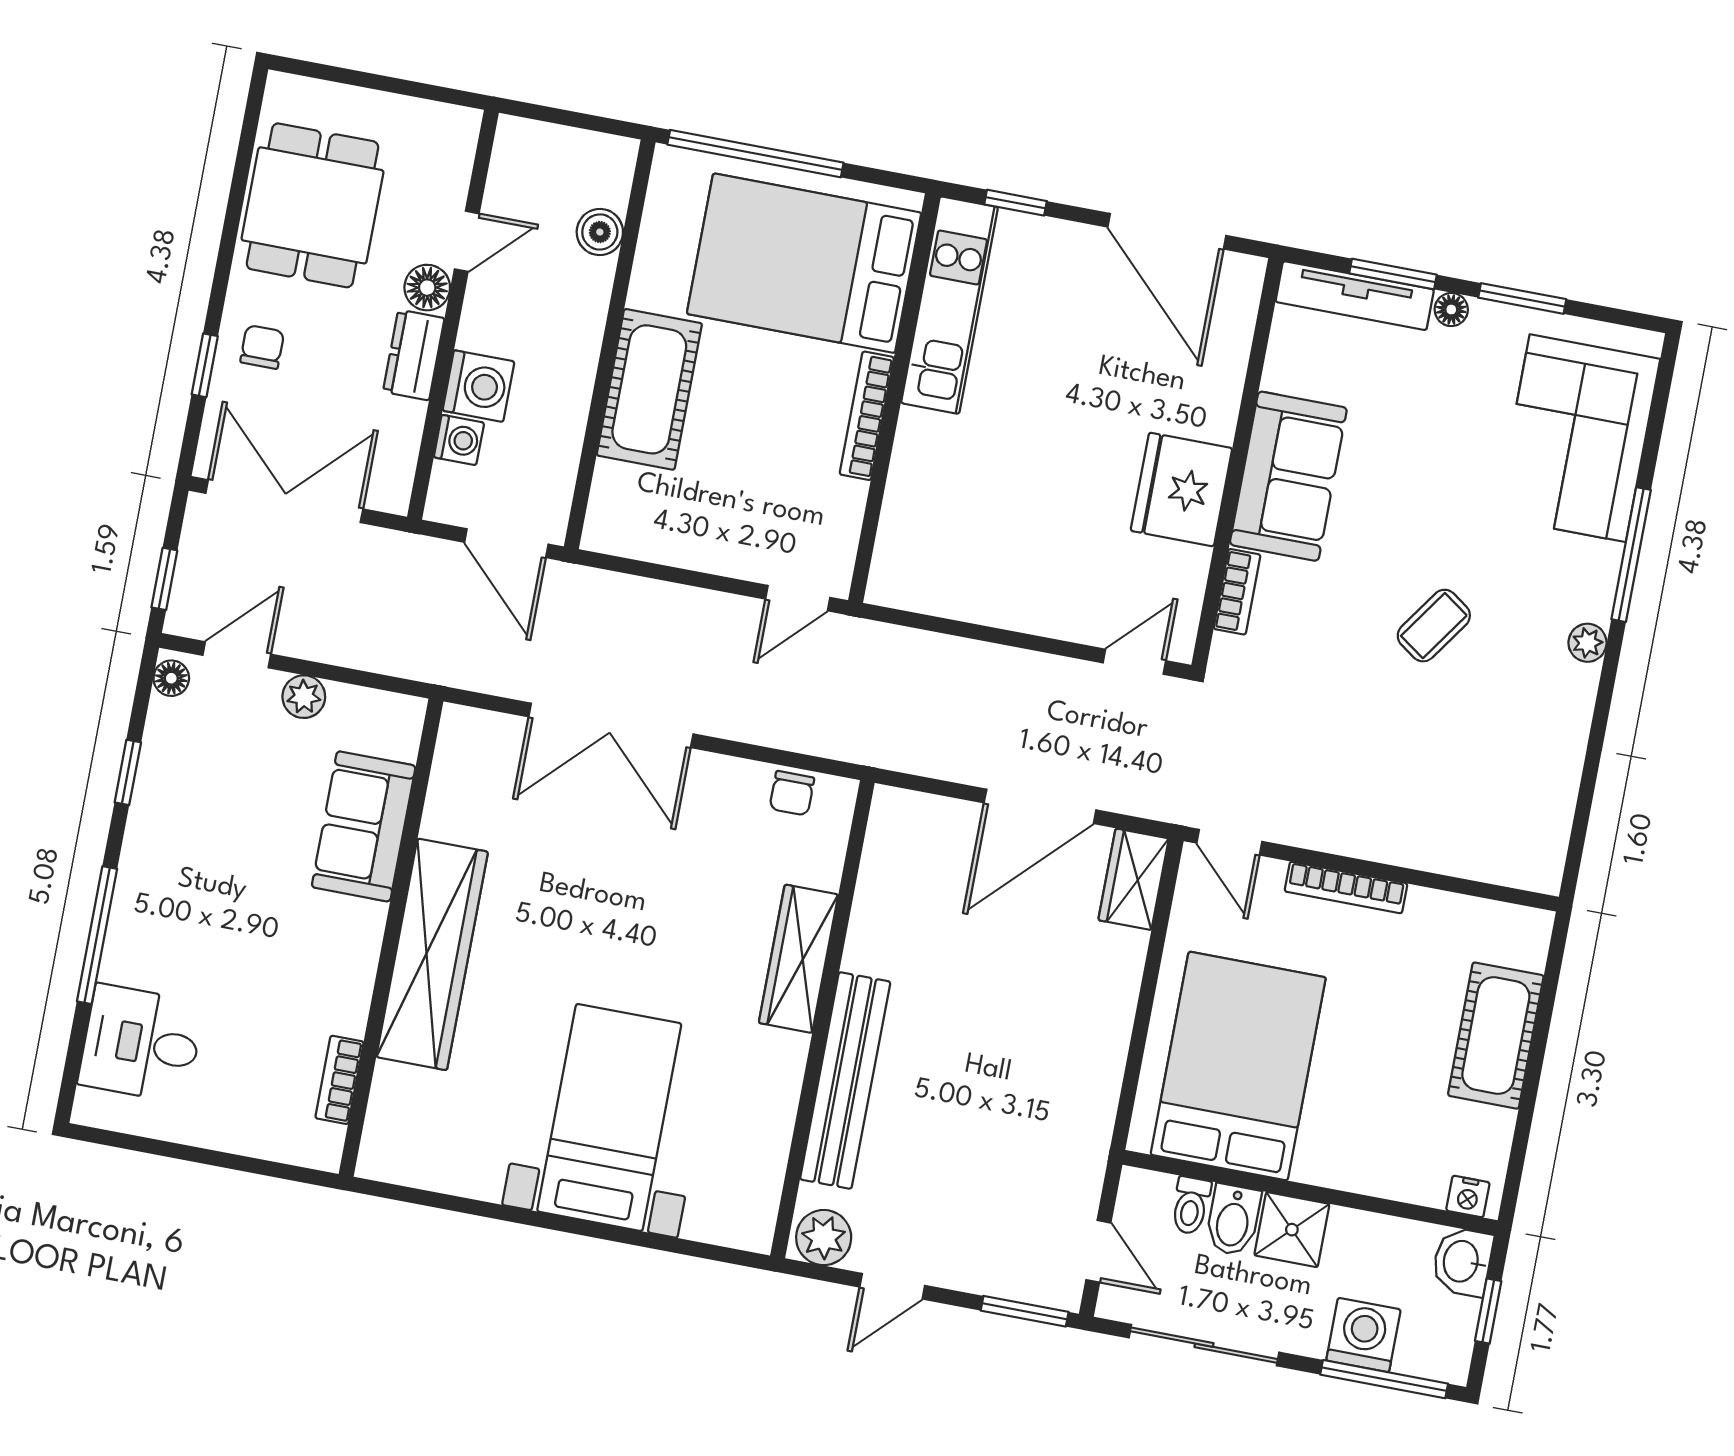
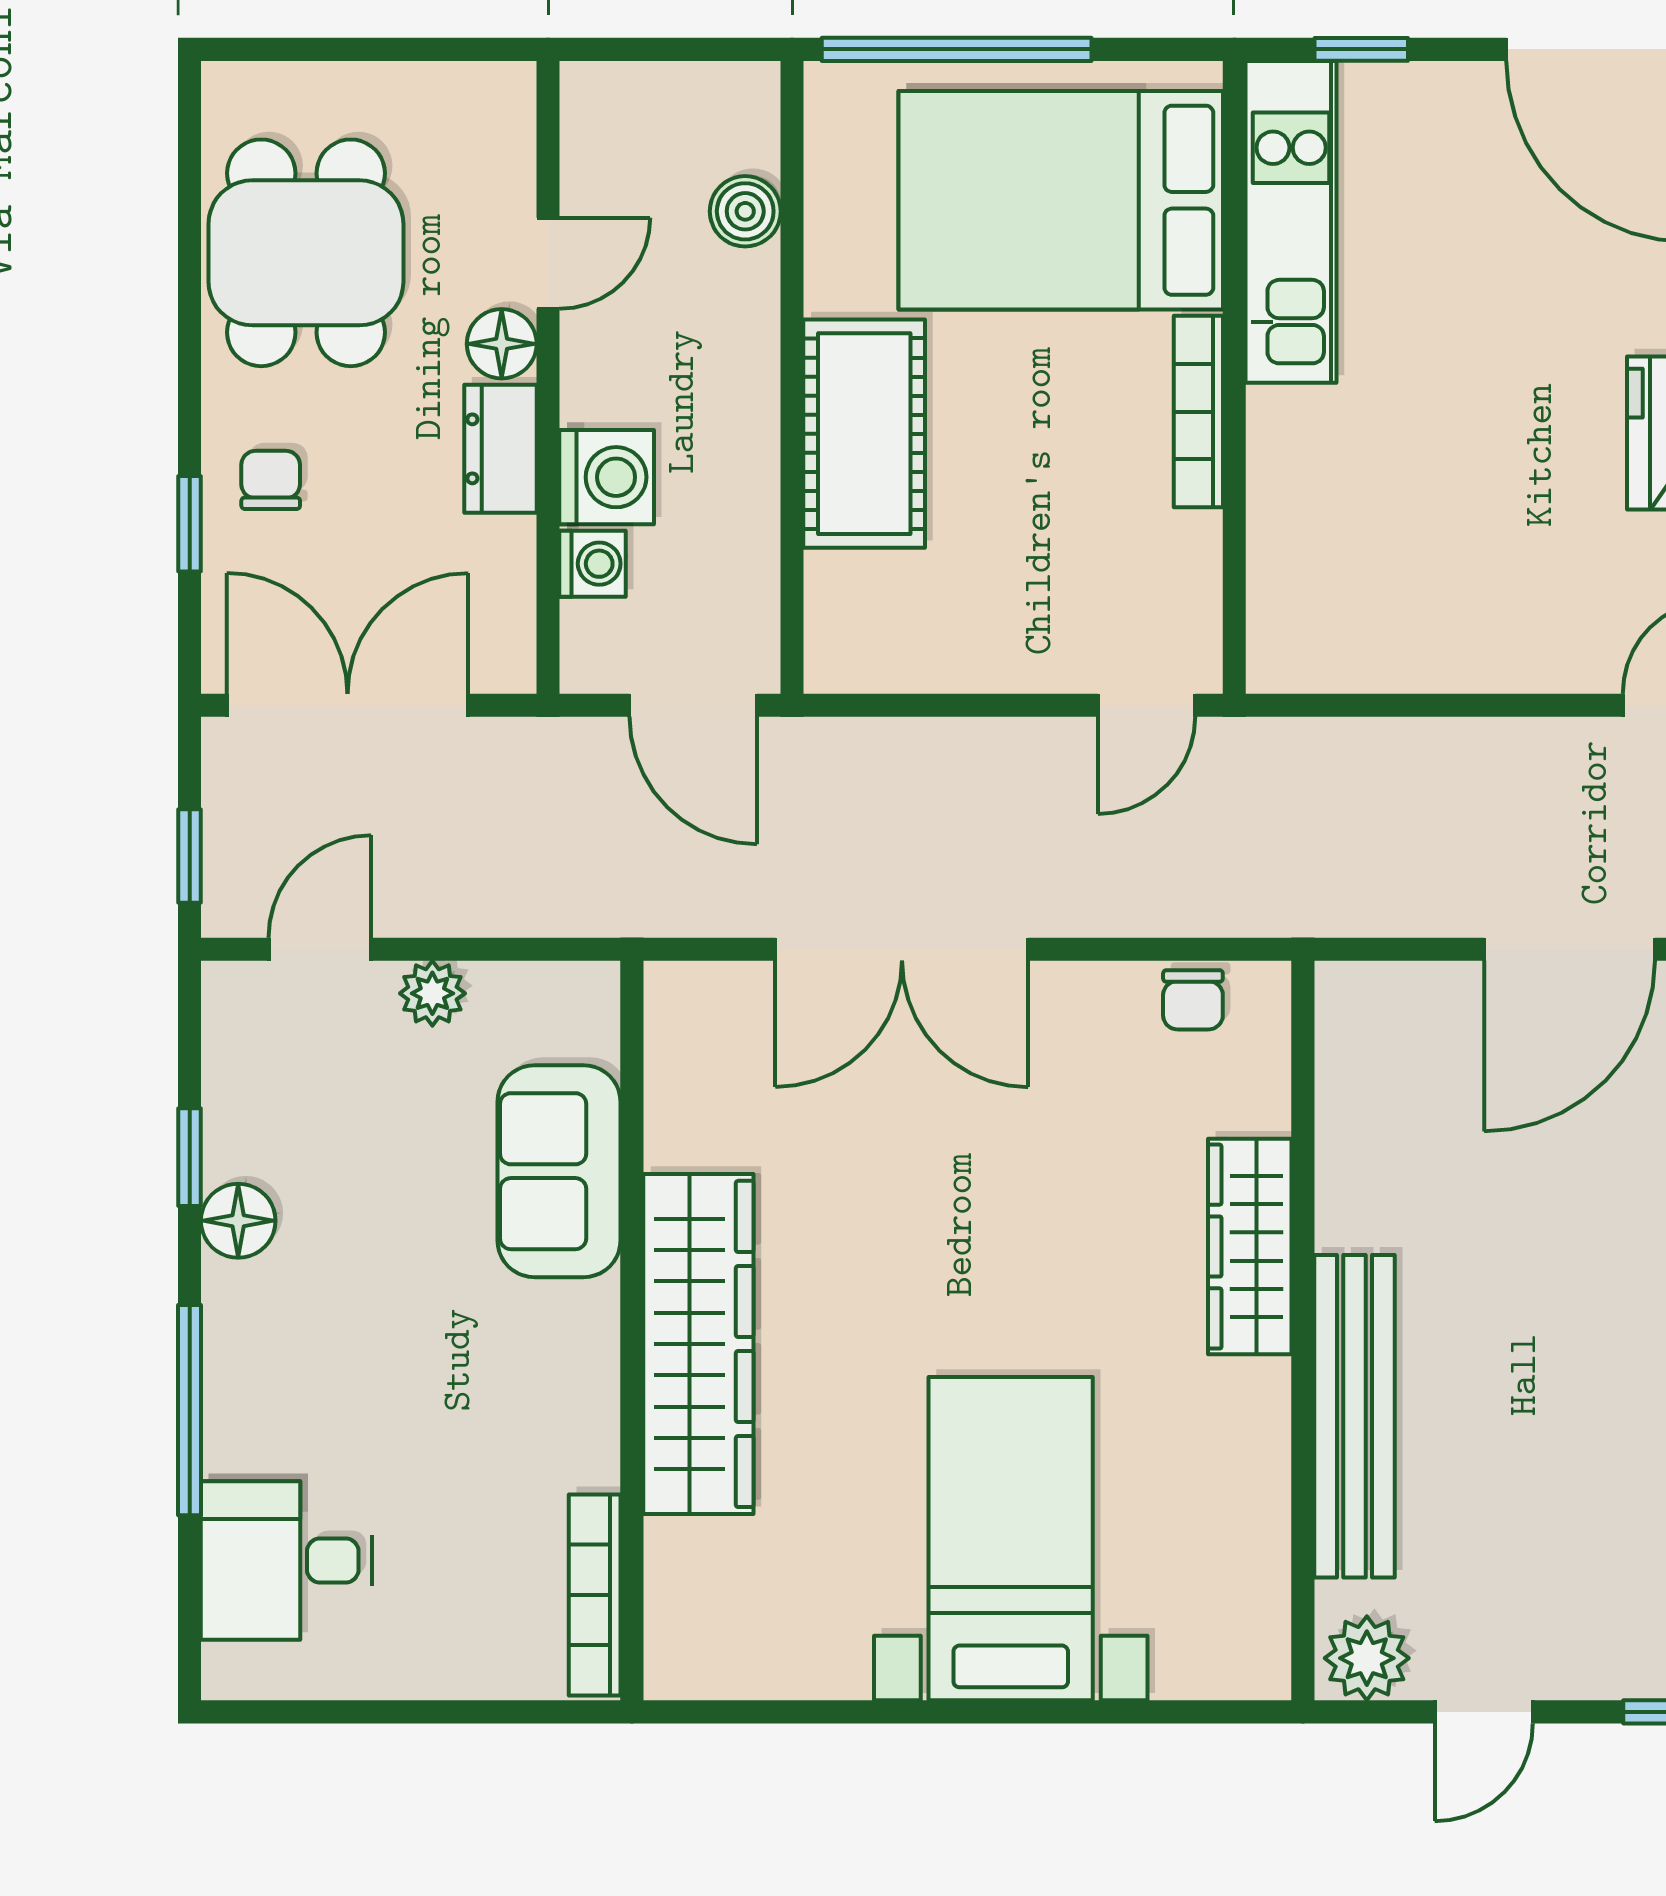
floor lamp: (171, 678) -> (238, 1221), moved, width x1.37, depth x1.37
bookcase: (339, 1080) -> (595, 1595), width x1.56

